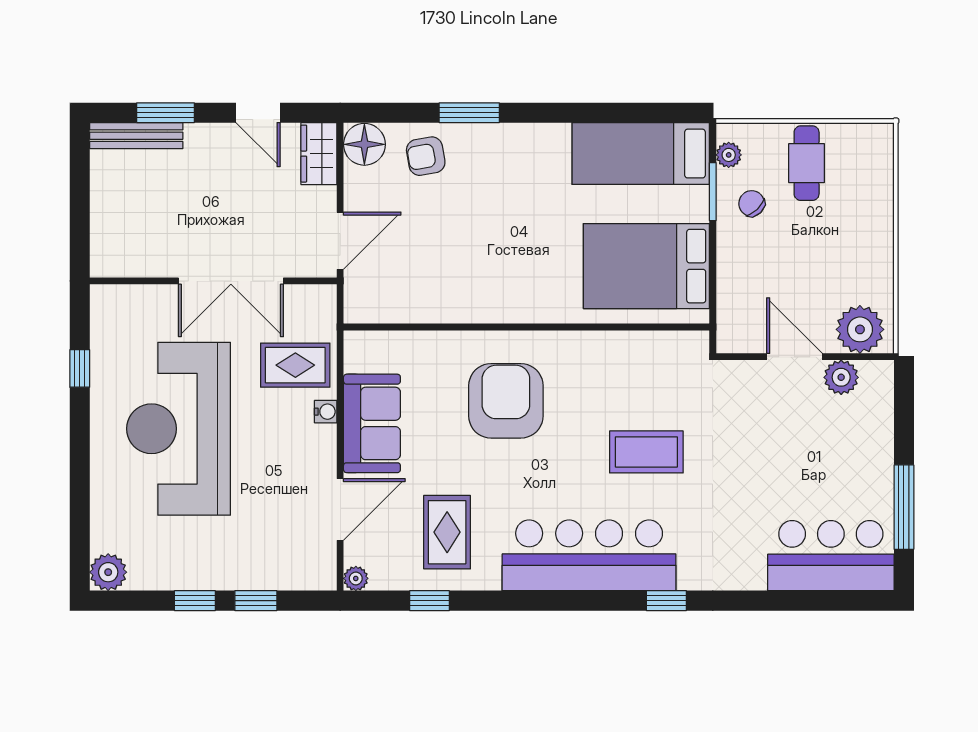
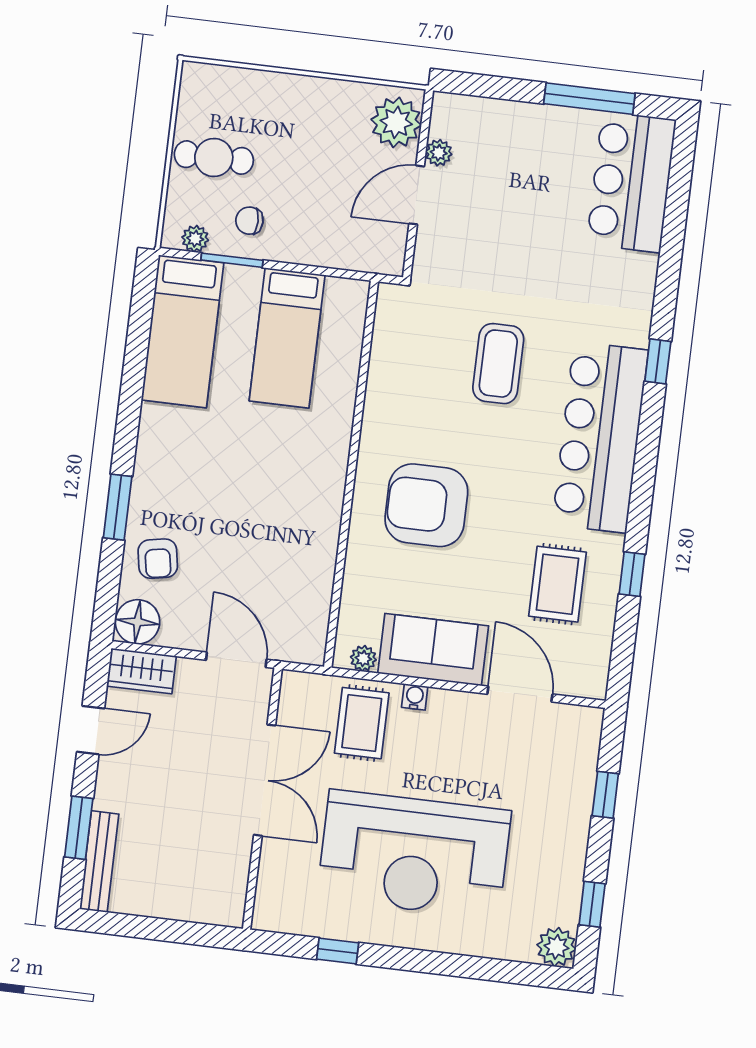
chair: (752, 203) -> (249, 221), turned 44
bed: (646, 266) -> (287, 338), width x0.67
plant: (841, 377) -> (439, 153), width x0.73, depth x0.73
rug: (447, 532) -> (557, 584), turned 90
plant: (356, 578) -> (363, 658), moved
window: (195, 601) -> (592, 904), moved
window: (430, 601) -> (632, 574), moved

